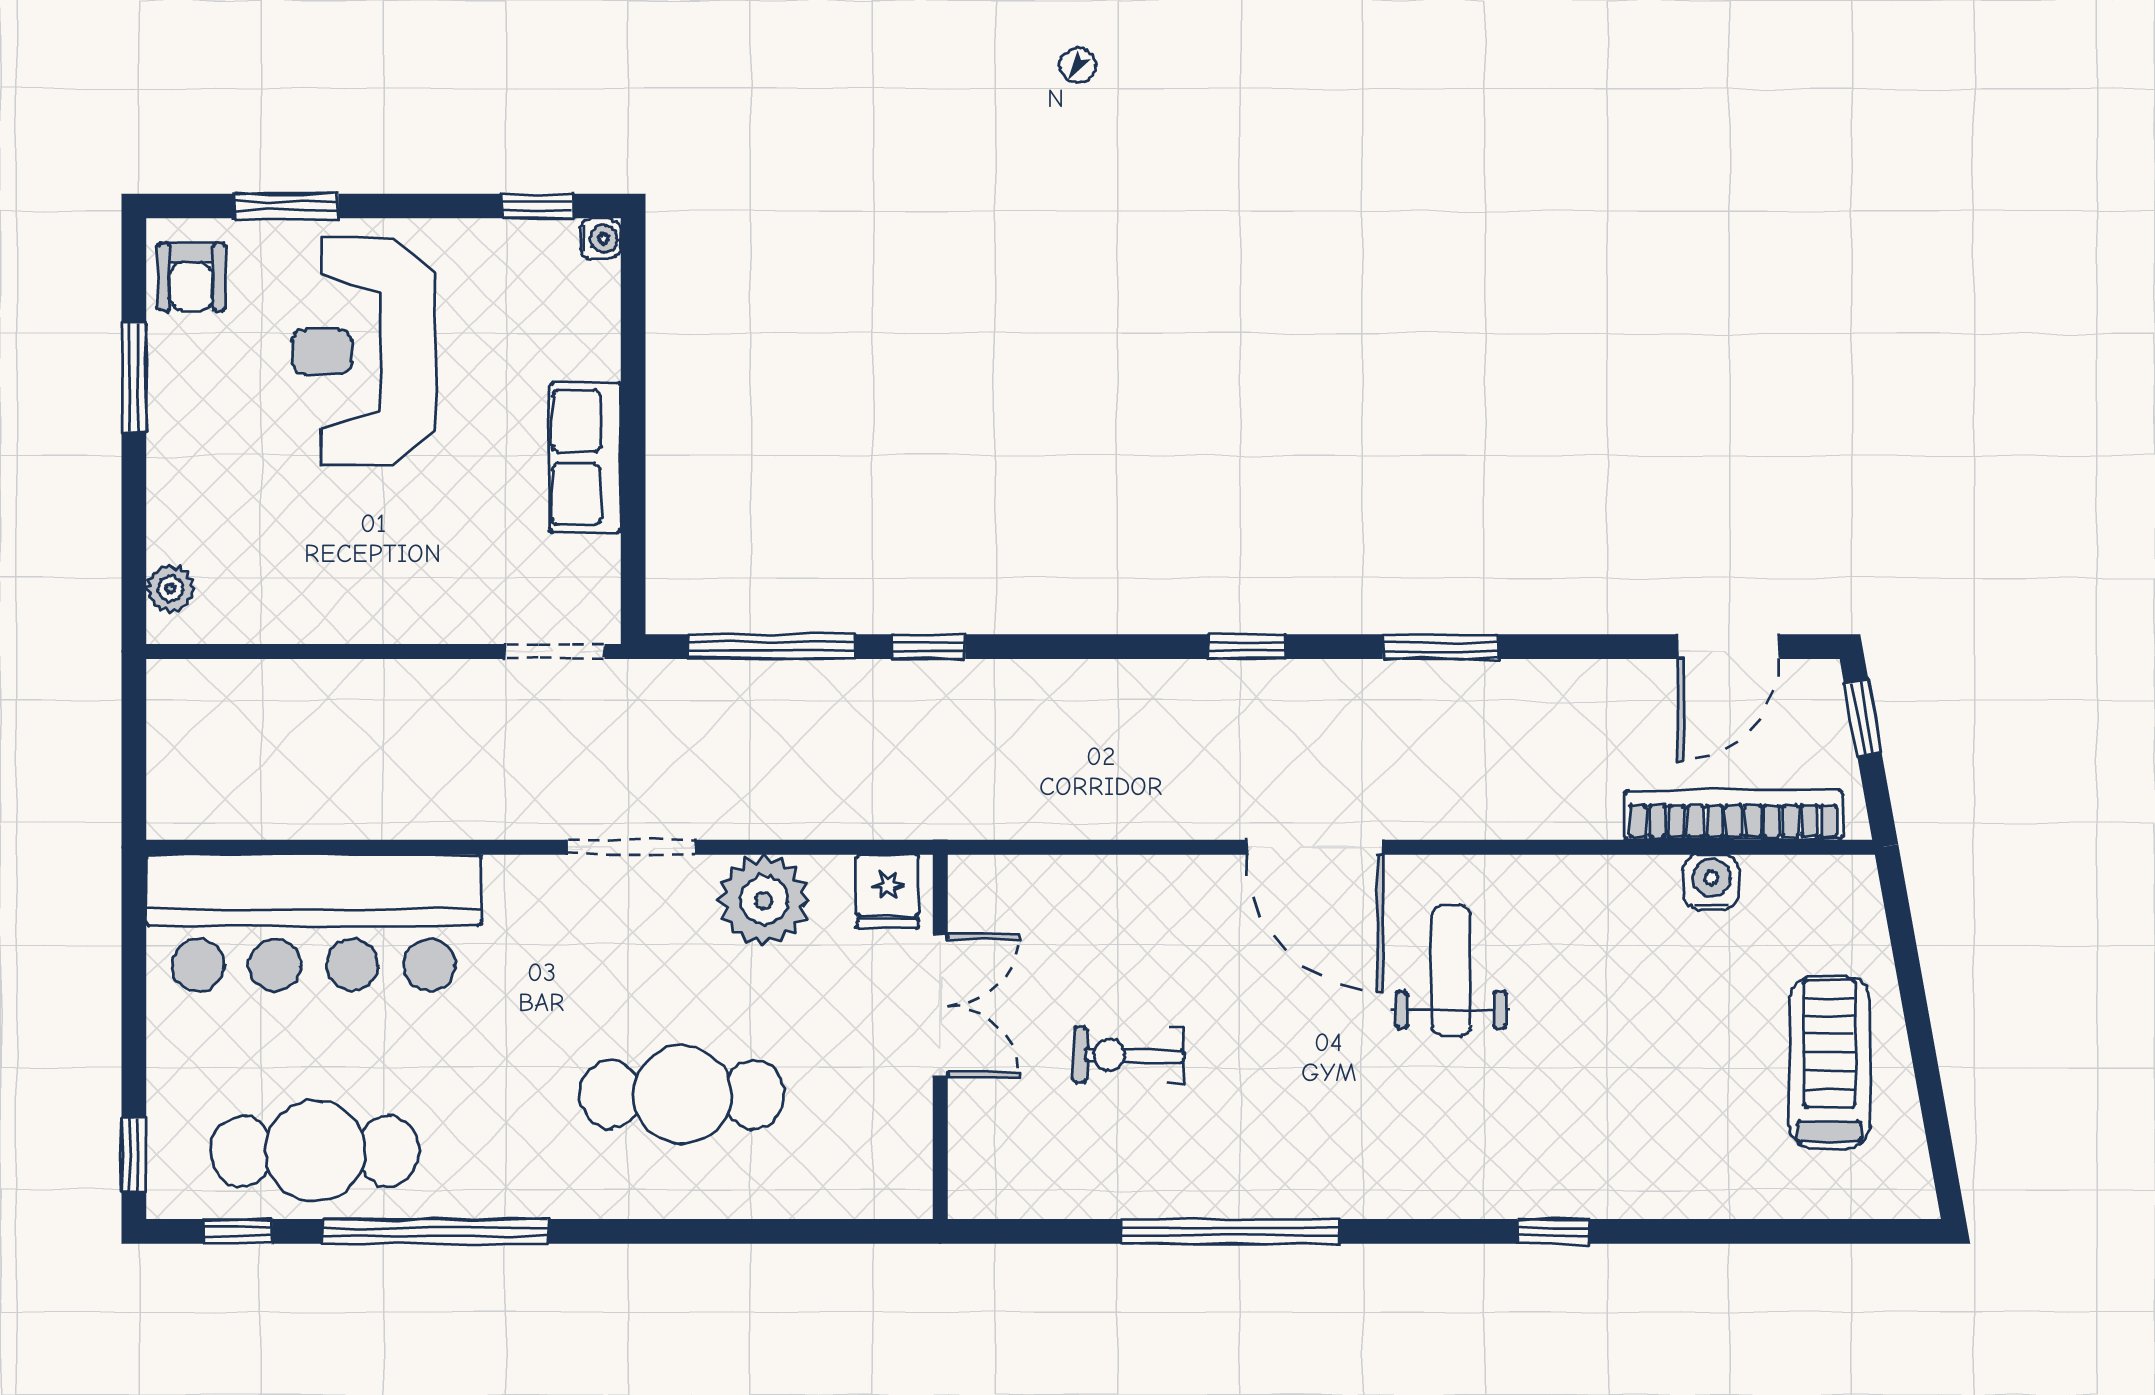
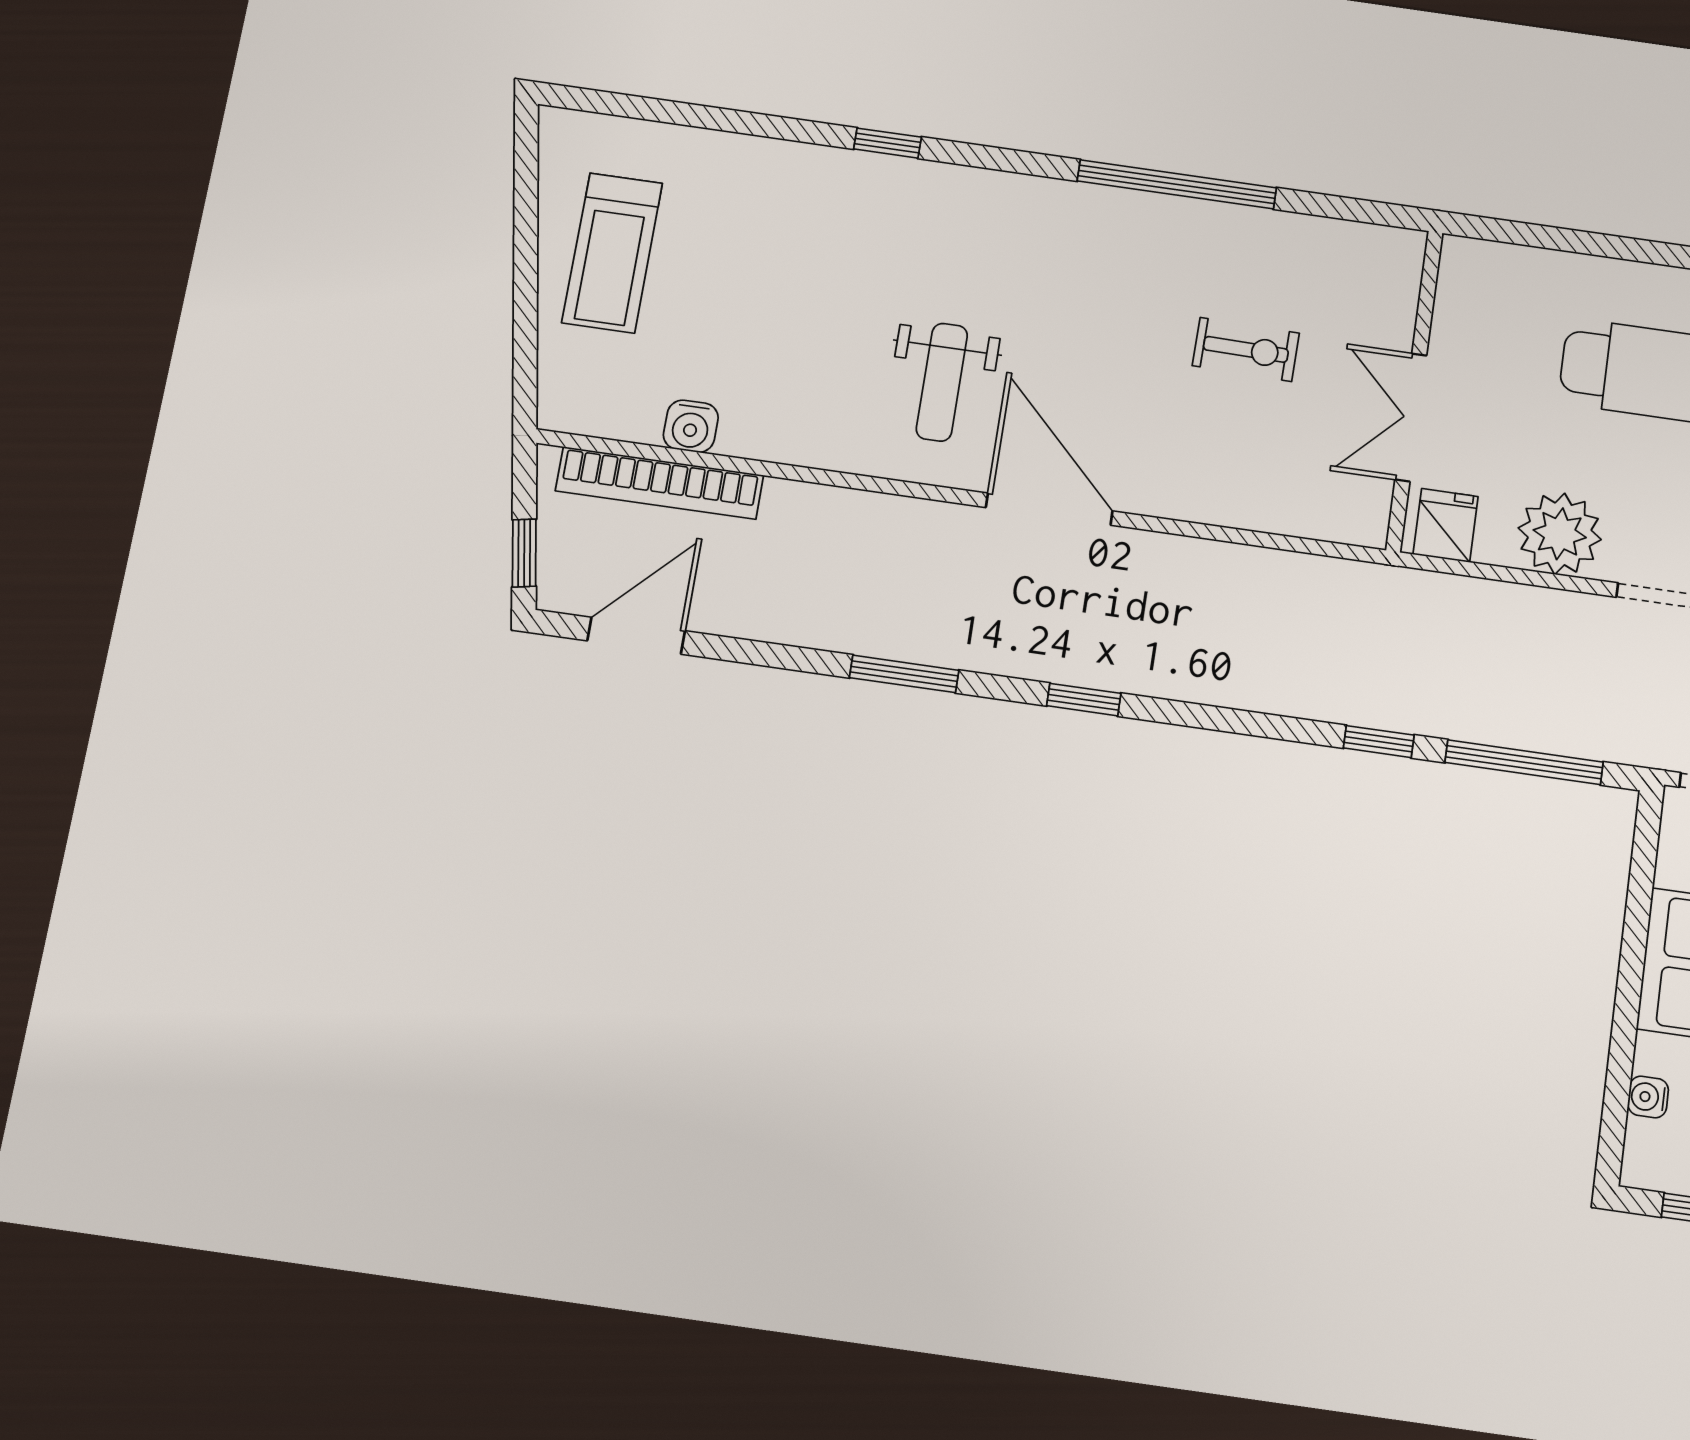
water cooler: (600, 239) -> (1648, 1097), moved

